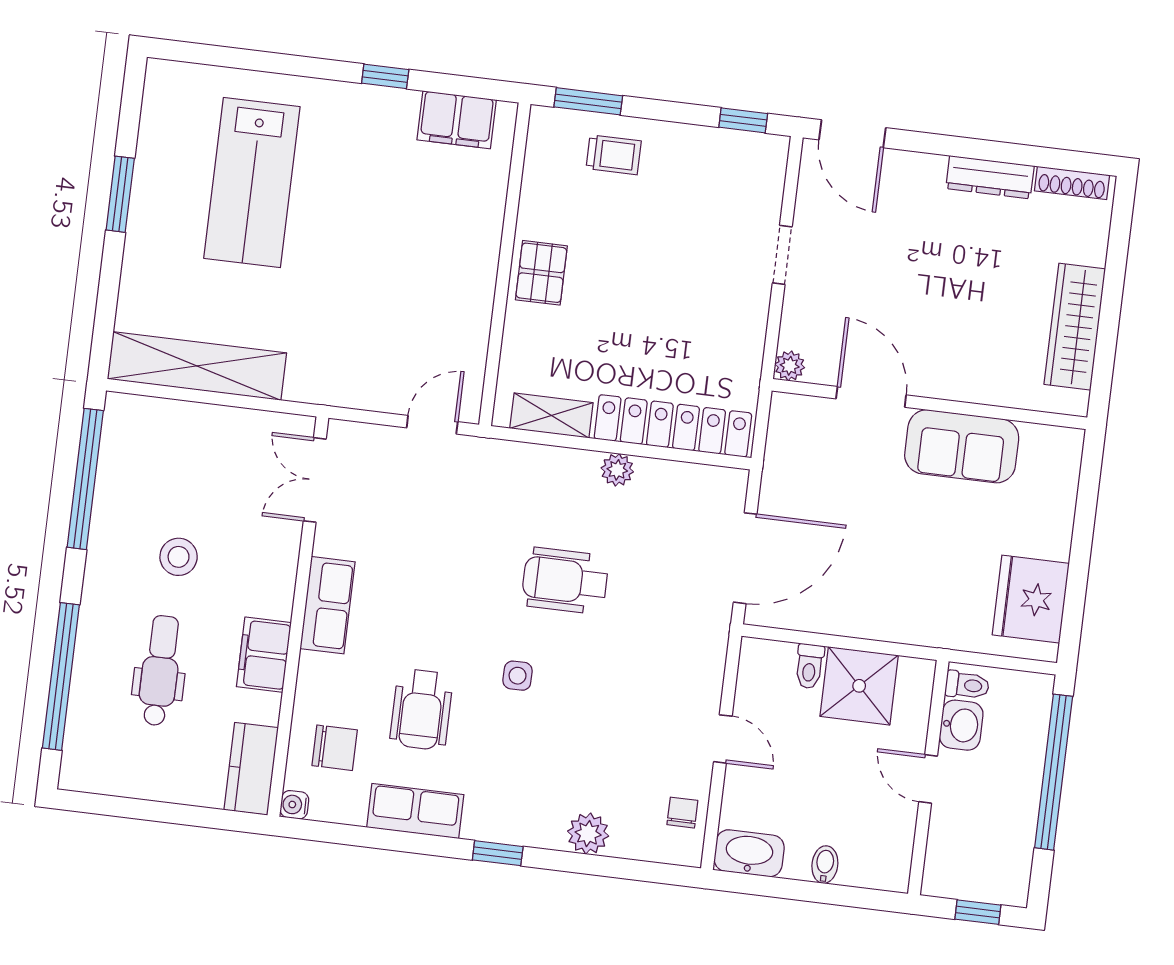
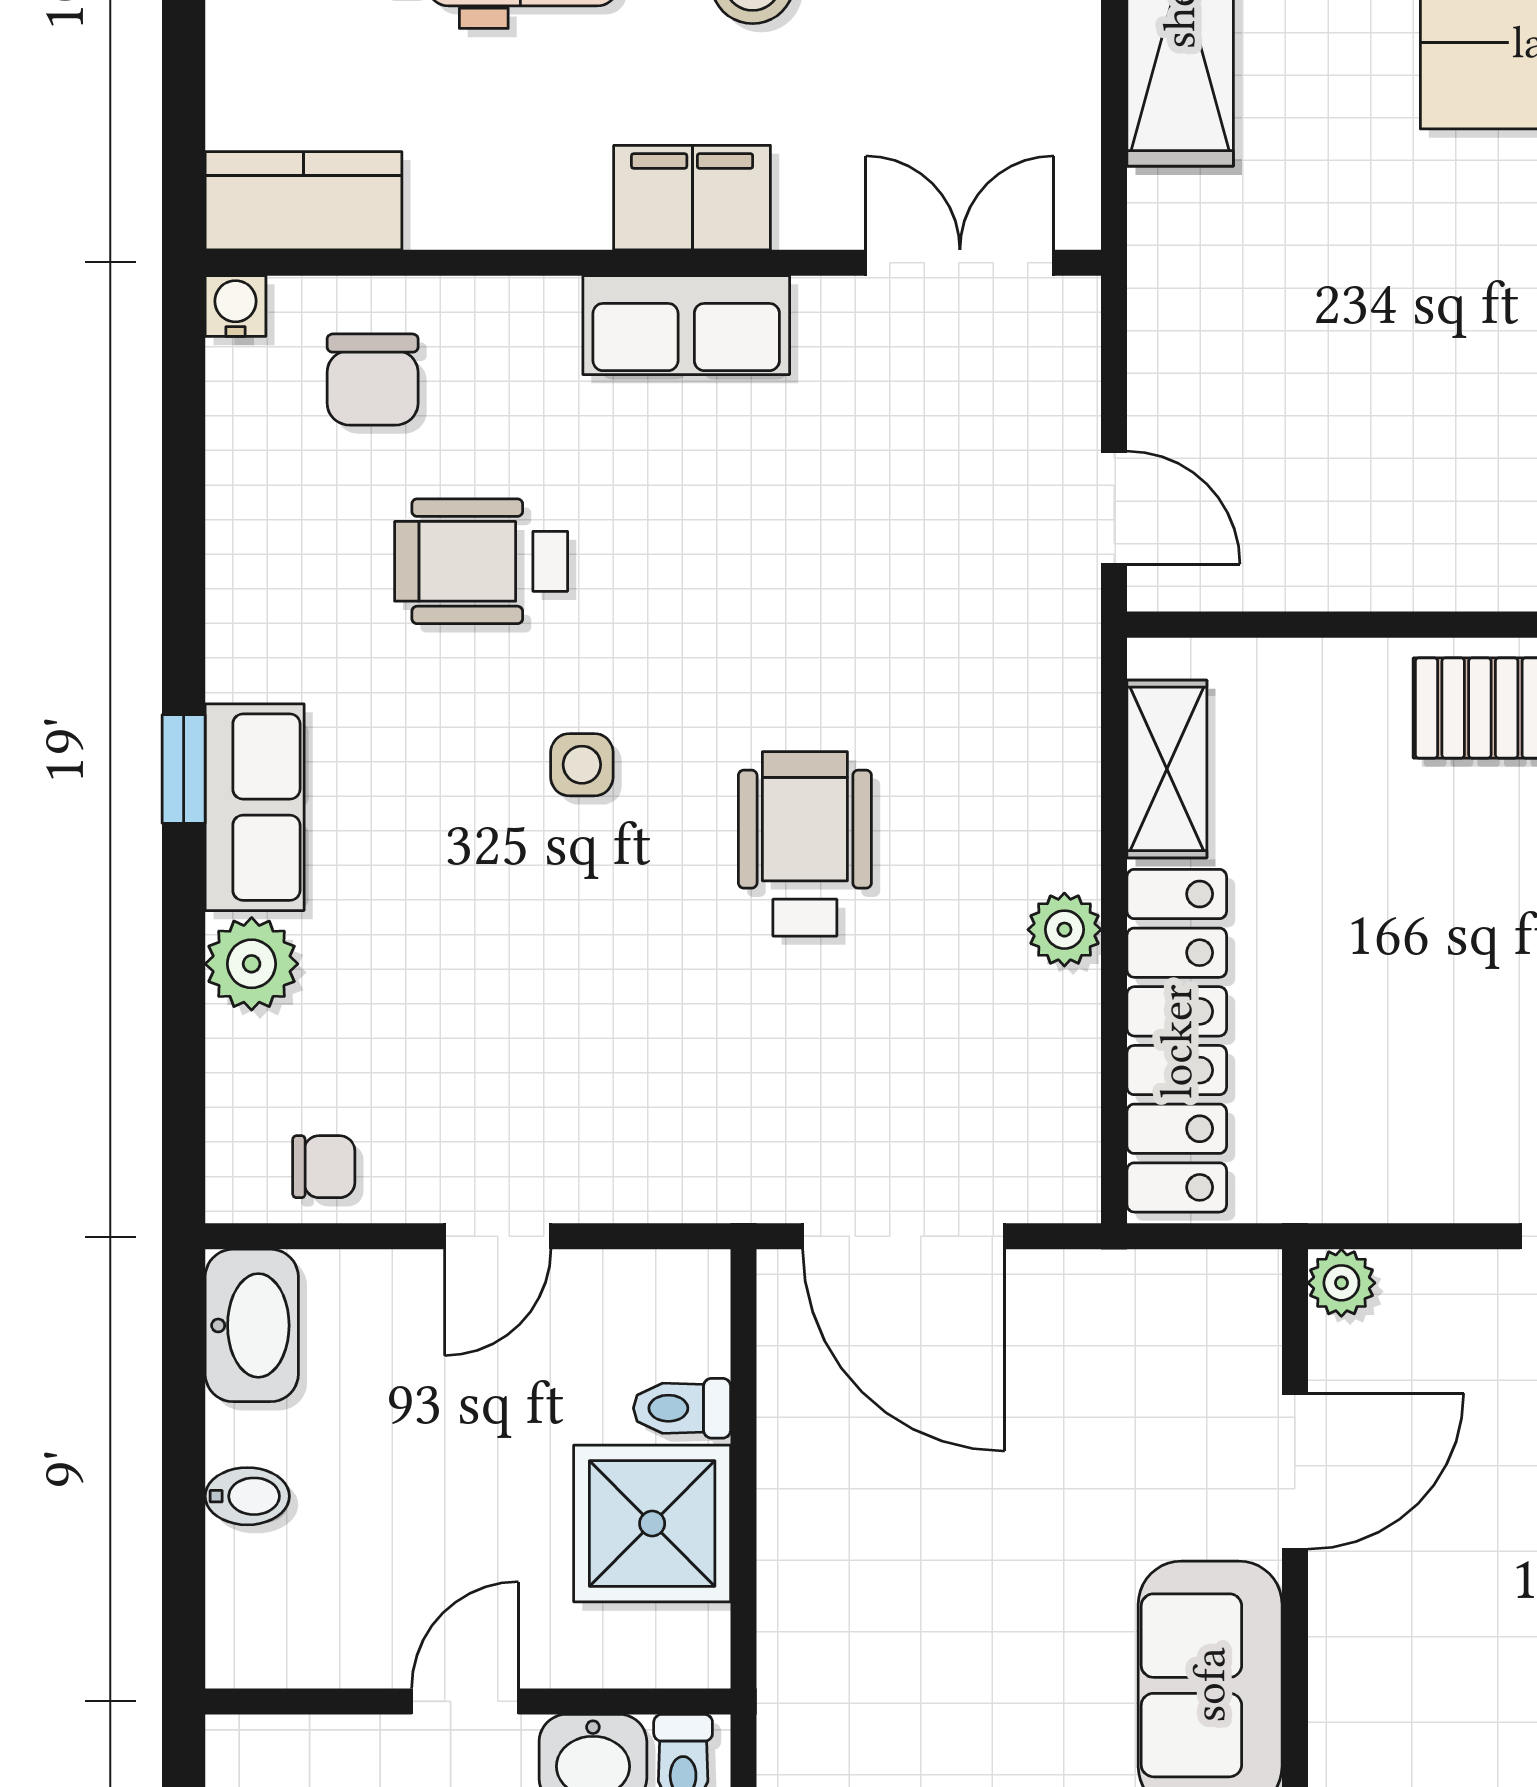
filing cabinet: (264, 655) -> (692, 198), moved
row of seats: (415, 811) -> (255, 807), moved

